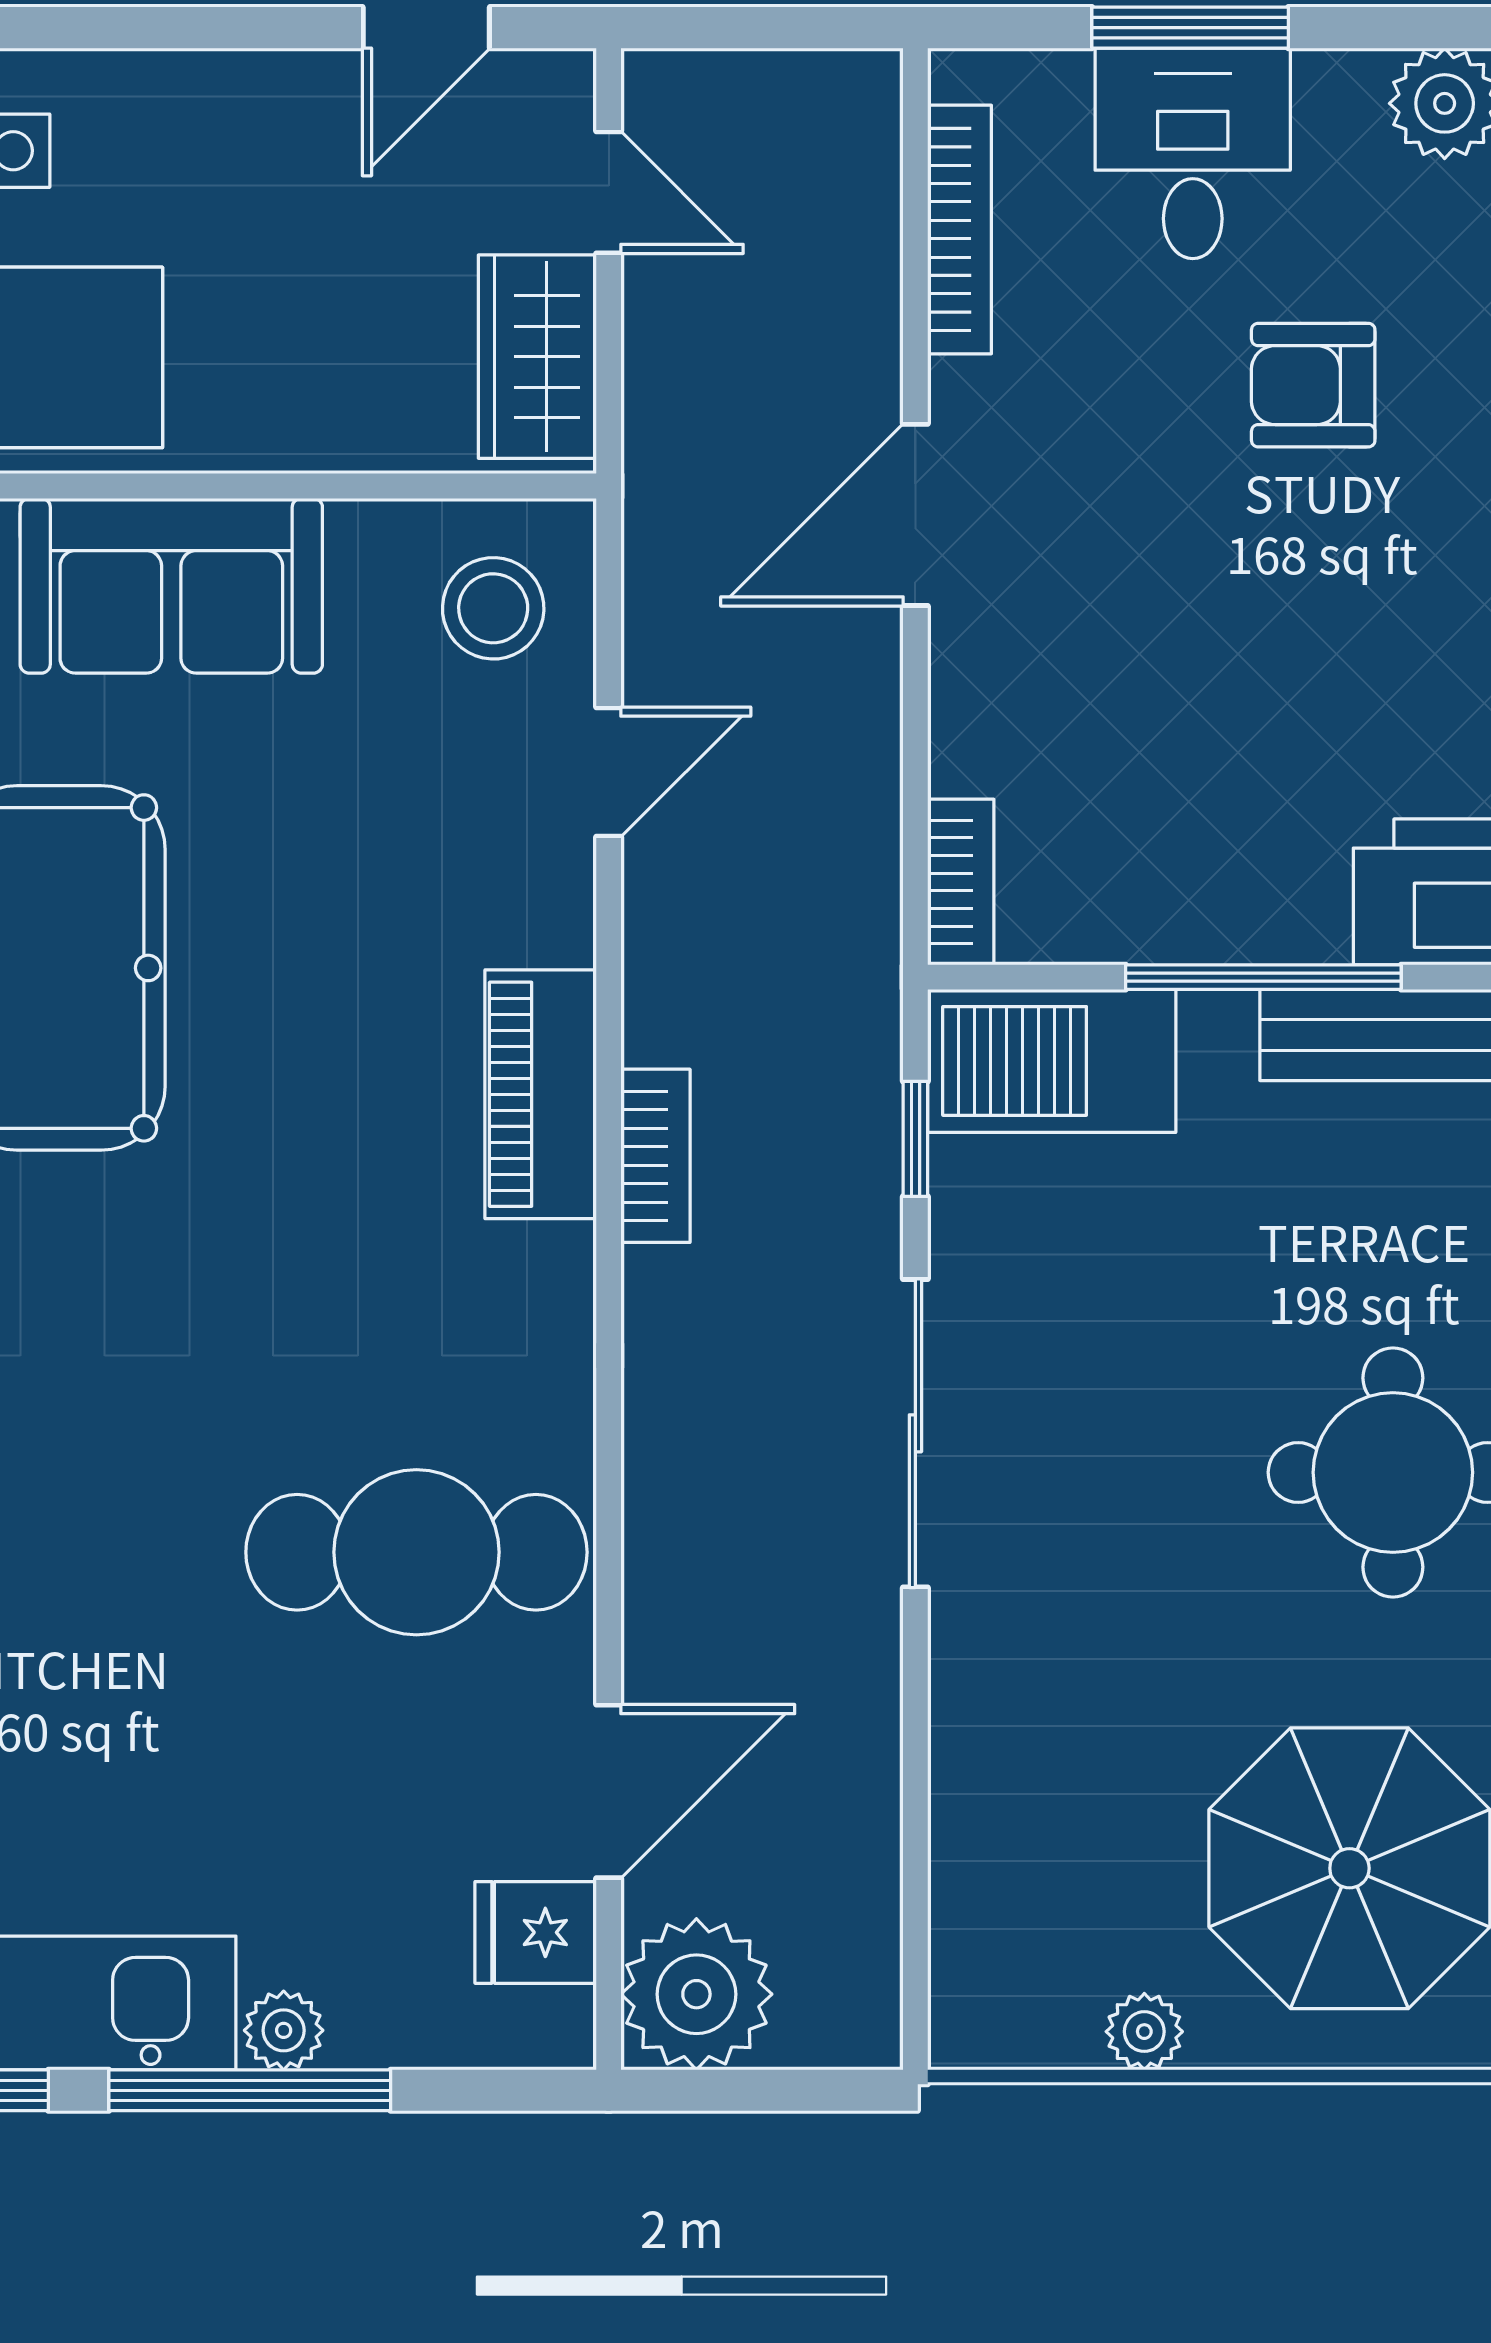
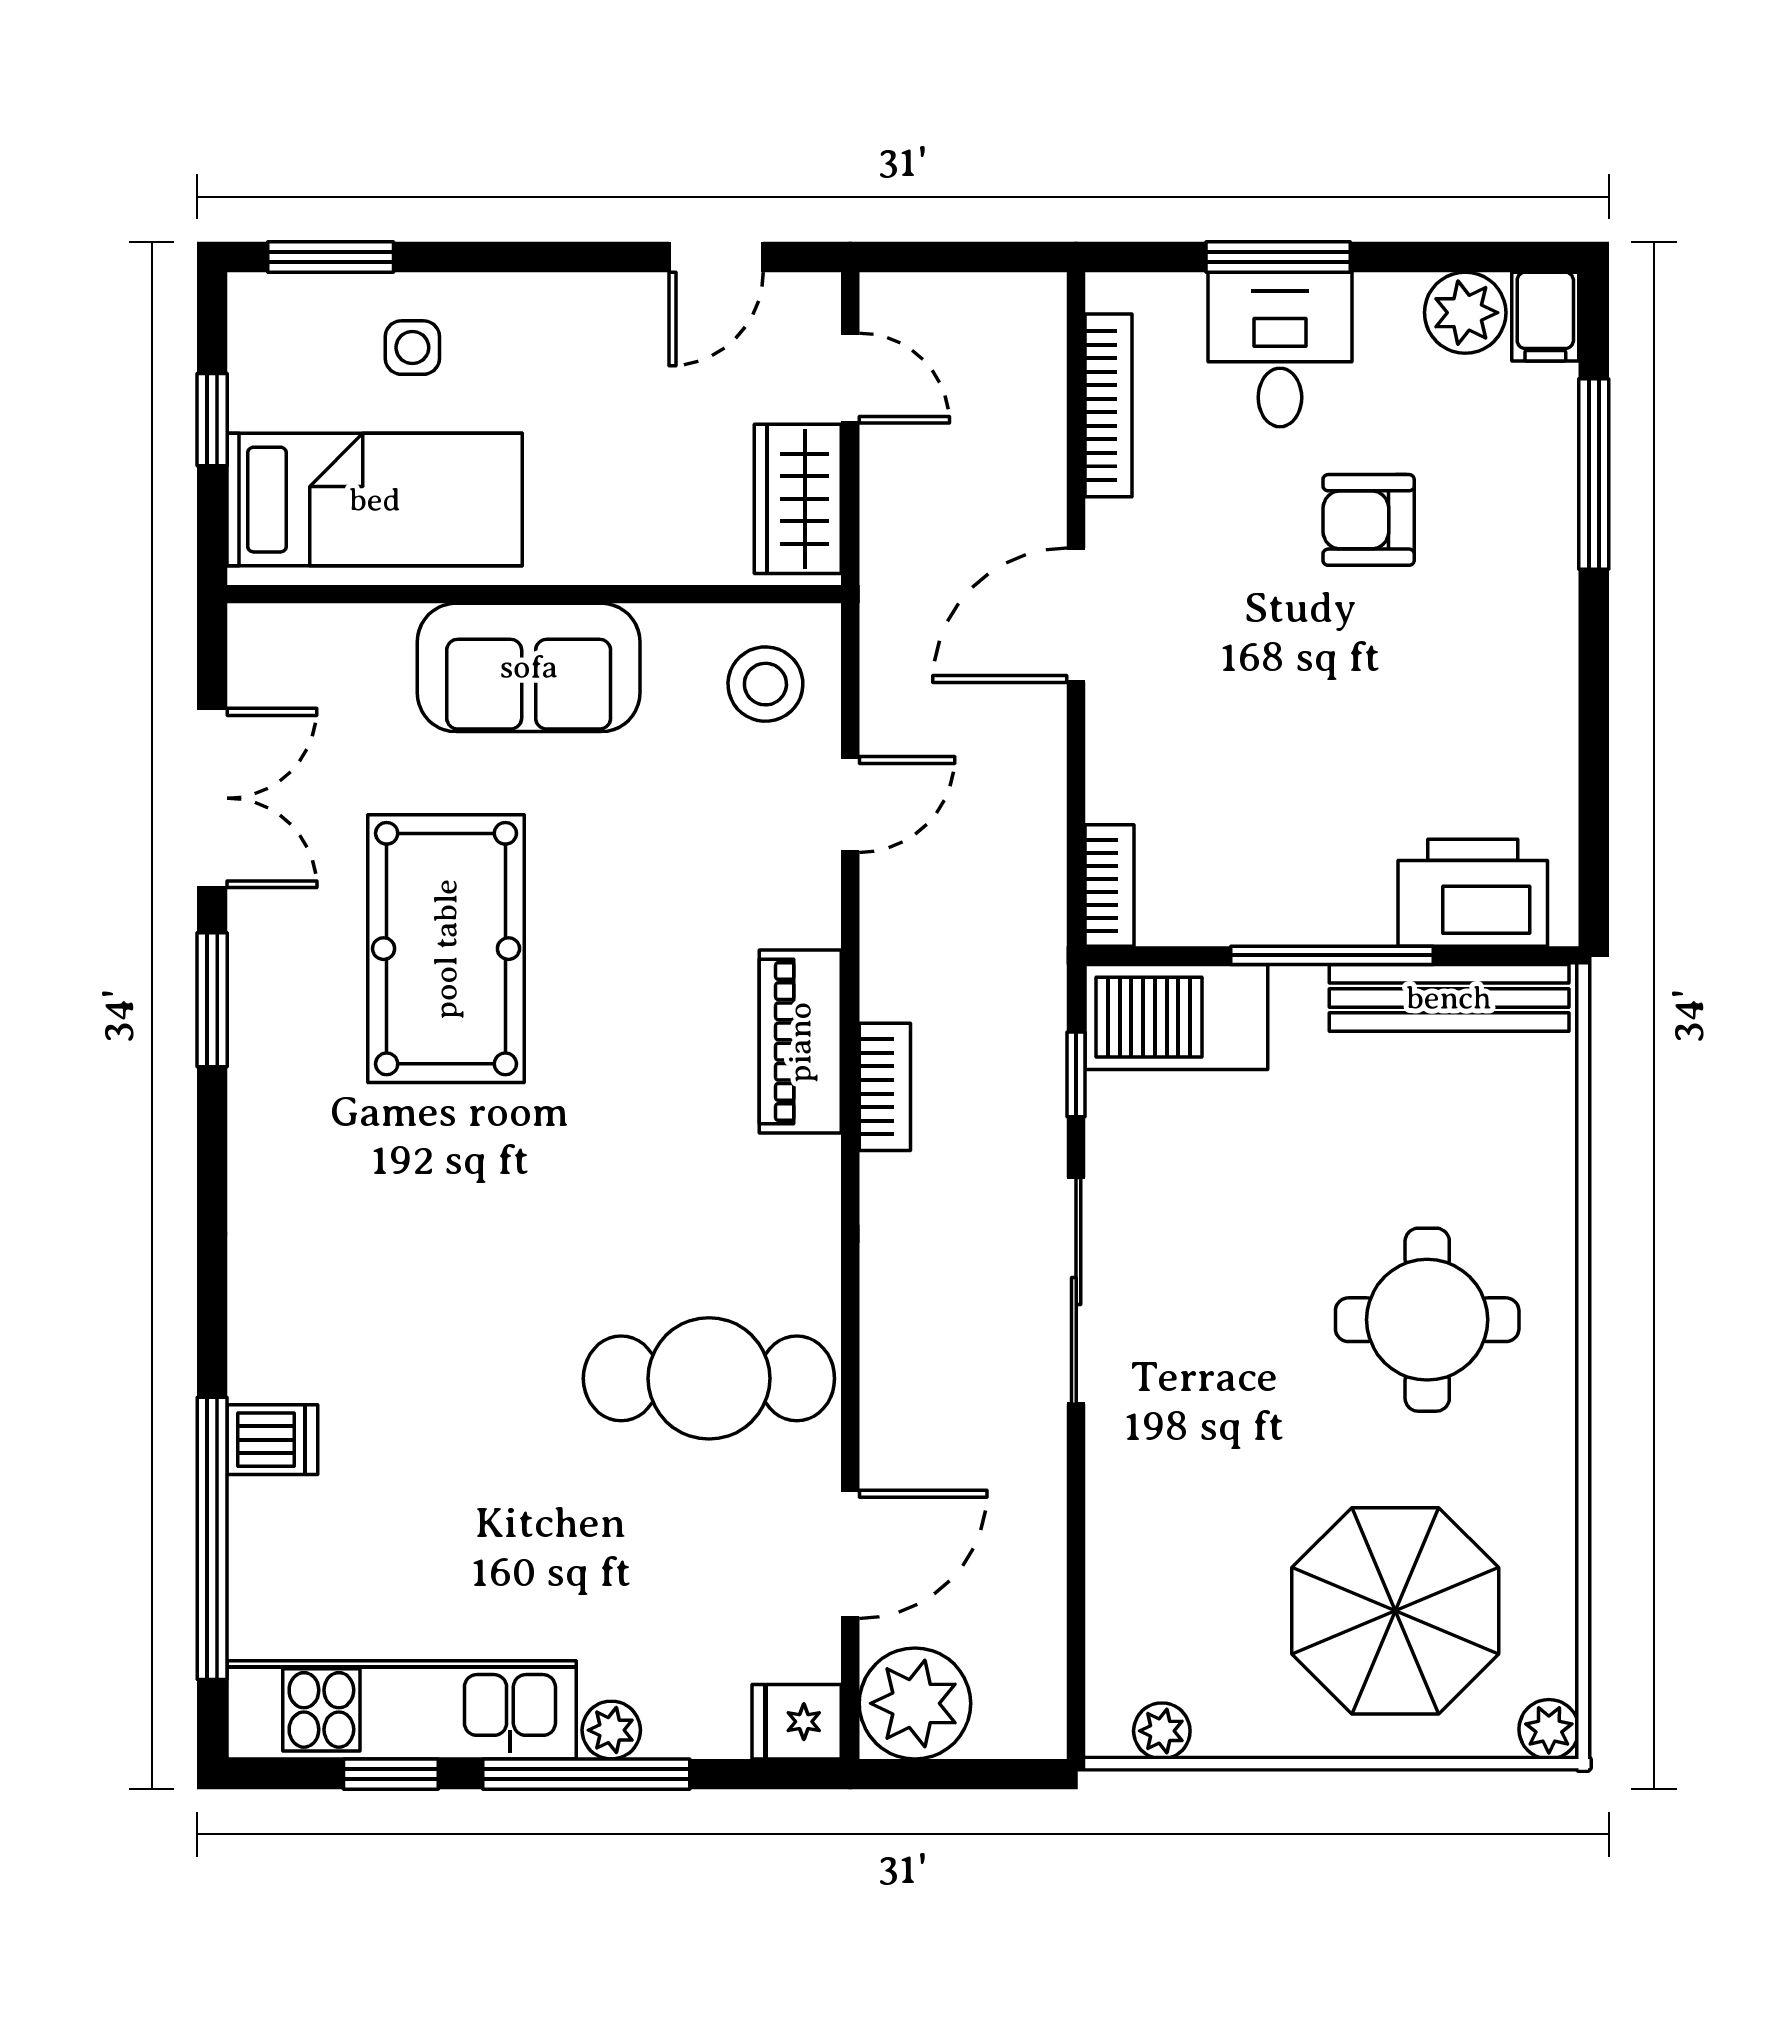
fridge: (536, 1932) -> (797, 1722), moved
plant: (1144, 2032) -> (1162, 1731), moved

